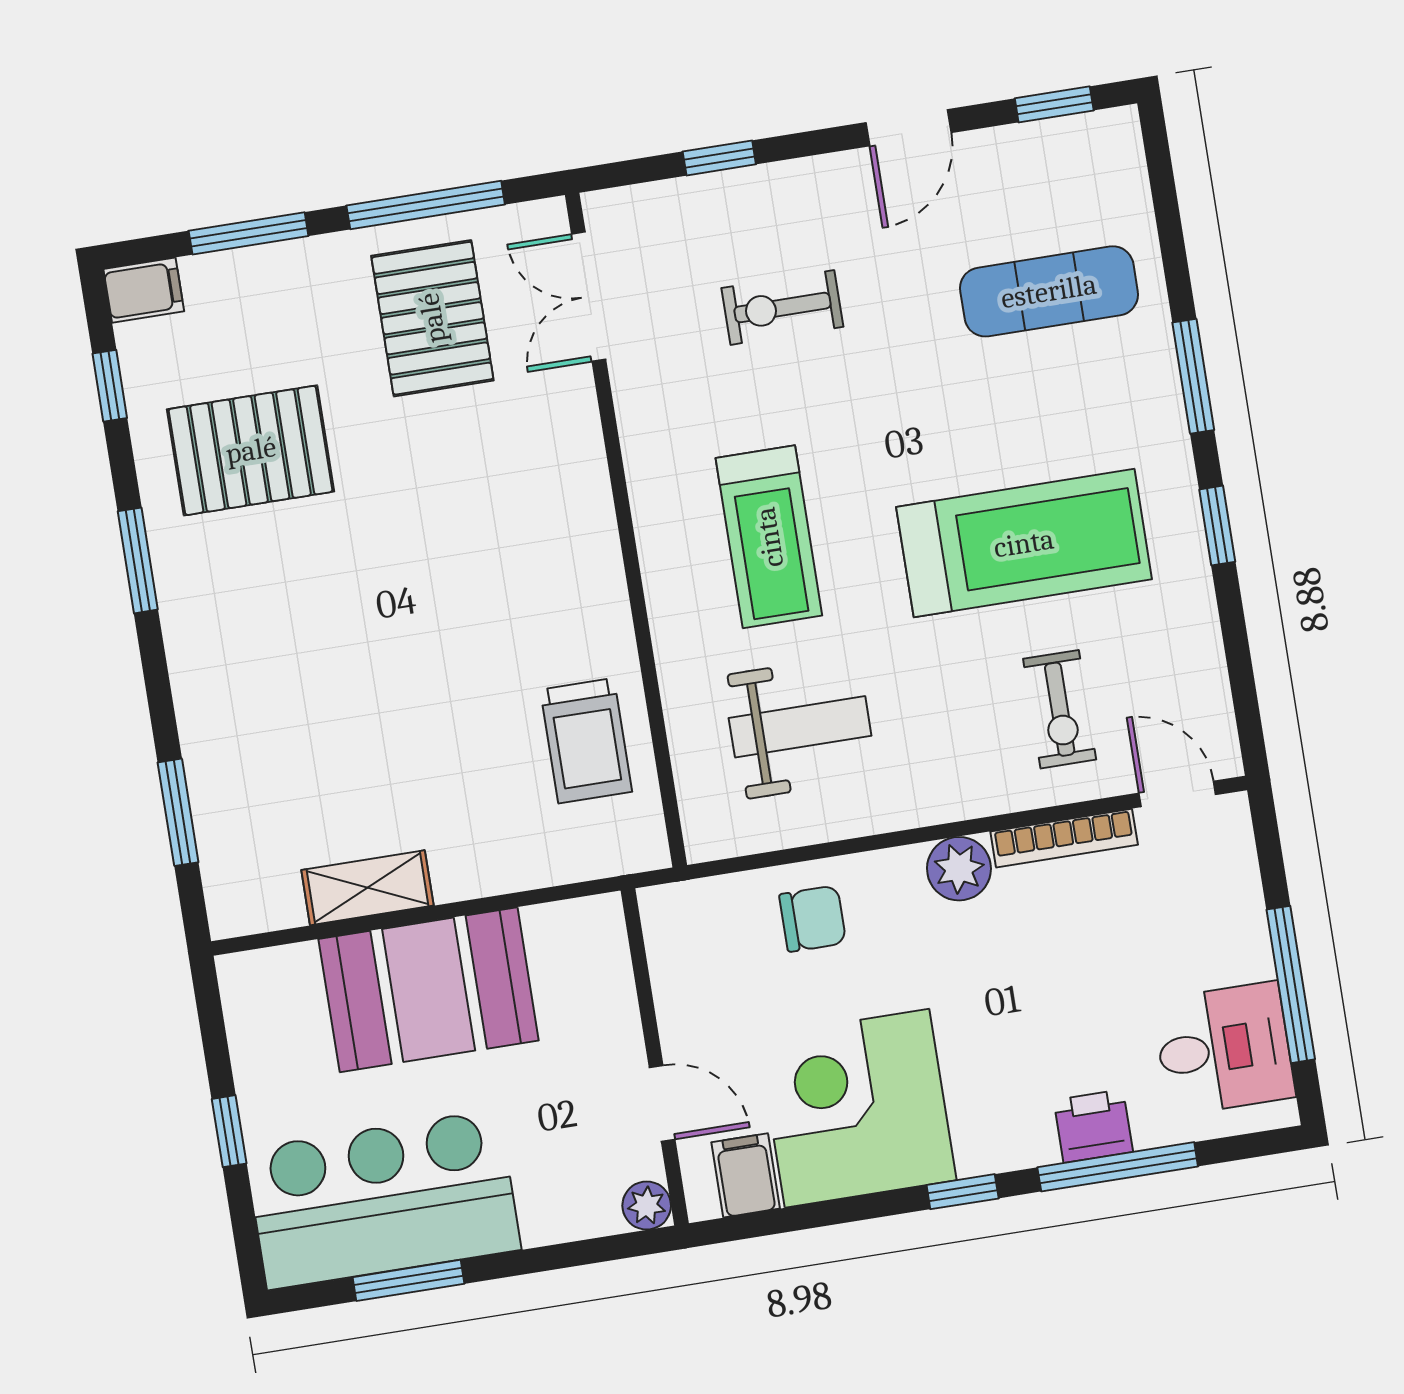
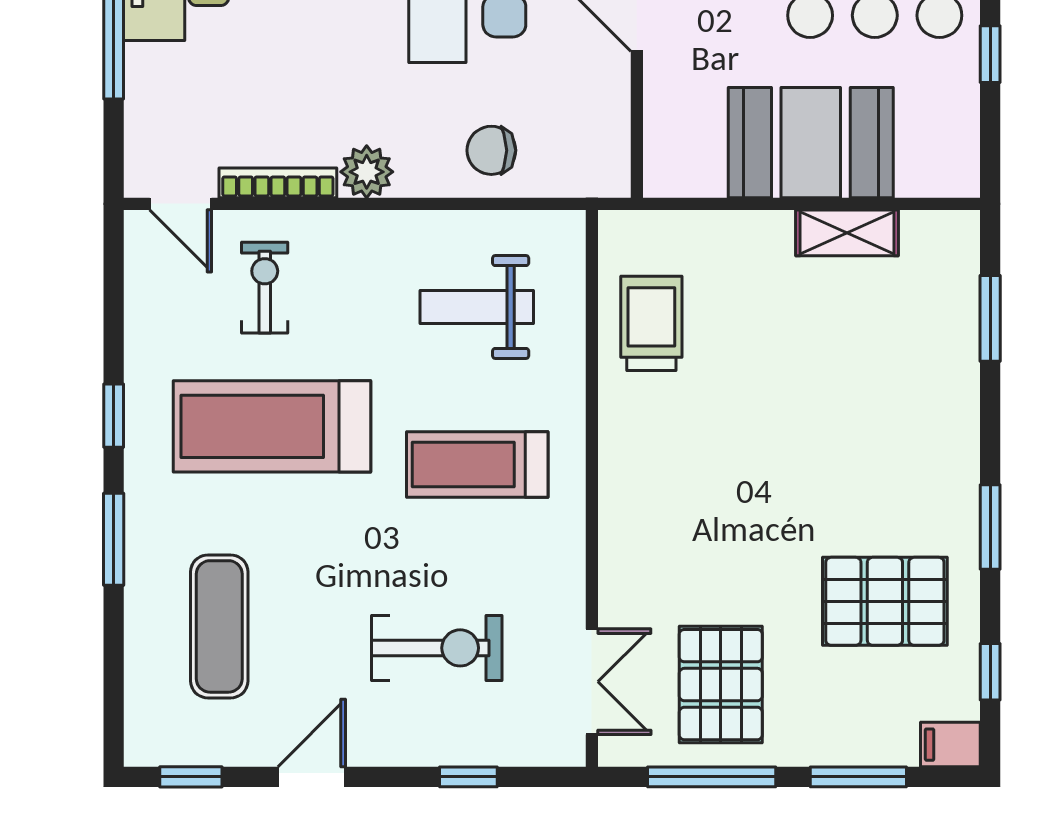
exercise mat: (1049, 291) -> (219, 626), turned 90
exercise bike: (782, 307) -> (437, 648), width x1.38, depth x1.39
treadmill: (769, 537) -> (477, 465), turned -90

